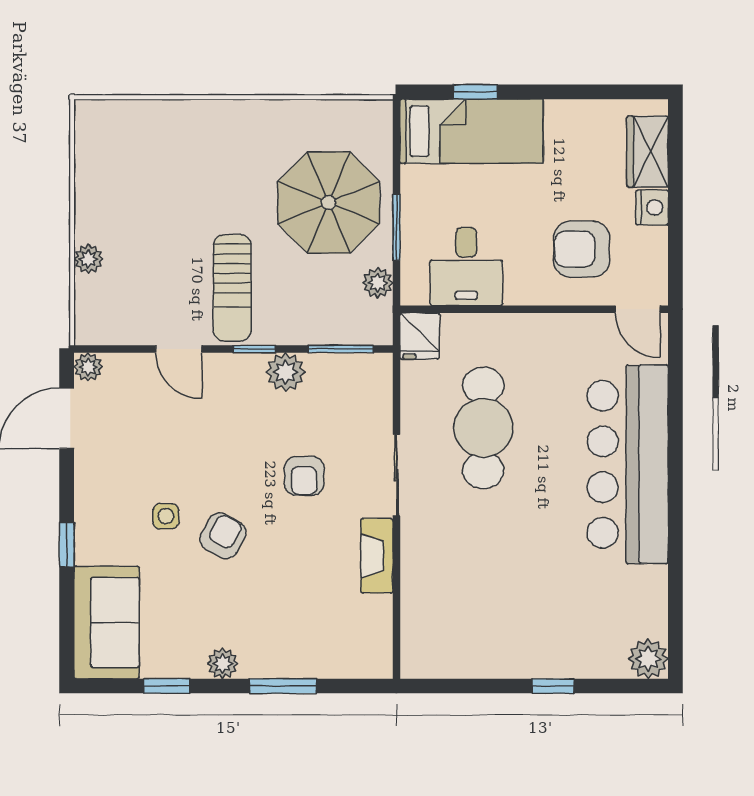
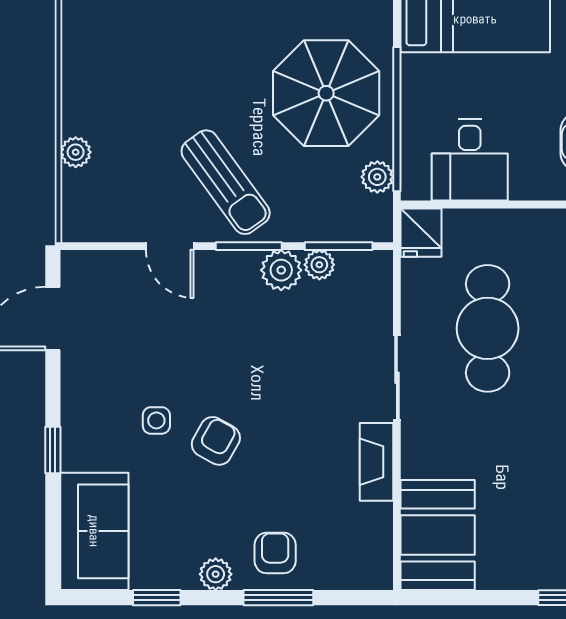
window: (396, 227) -> (397, 119), width x2.11
sun lounger: (232, 288) -> (226, 182), turned -36
window: (254, 349) -> (249, 246), width x1.50
plant: (88, 367) -> (319, 265), moved
armchair: (304, 476) -> (275, 553), moved, turned 180
booth: (435, 626) -> (438, 535), added

